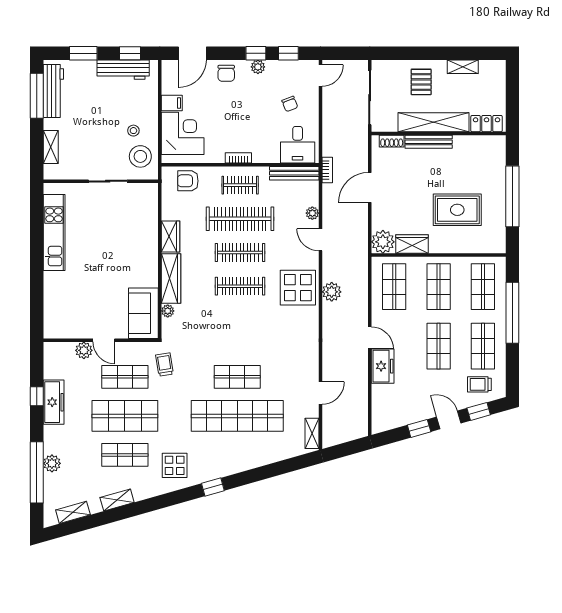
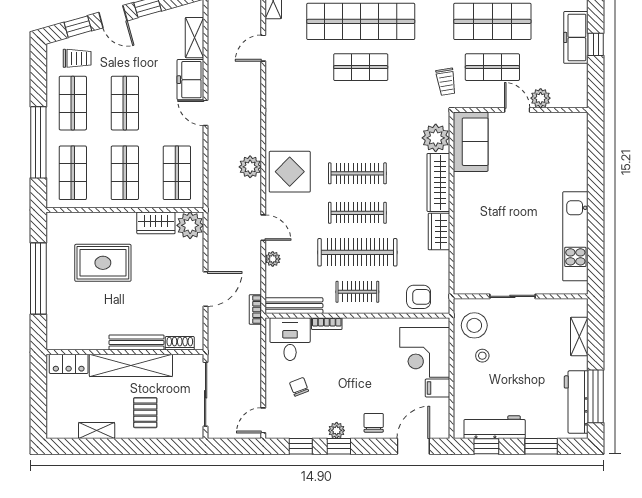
bookcase: (238, 158) -> (327, 324), moved
plant: (168, 311) -> (436, 138), width x1.88, depth x1.88
shelving: (379, 402) -> (195, 38), added

